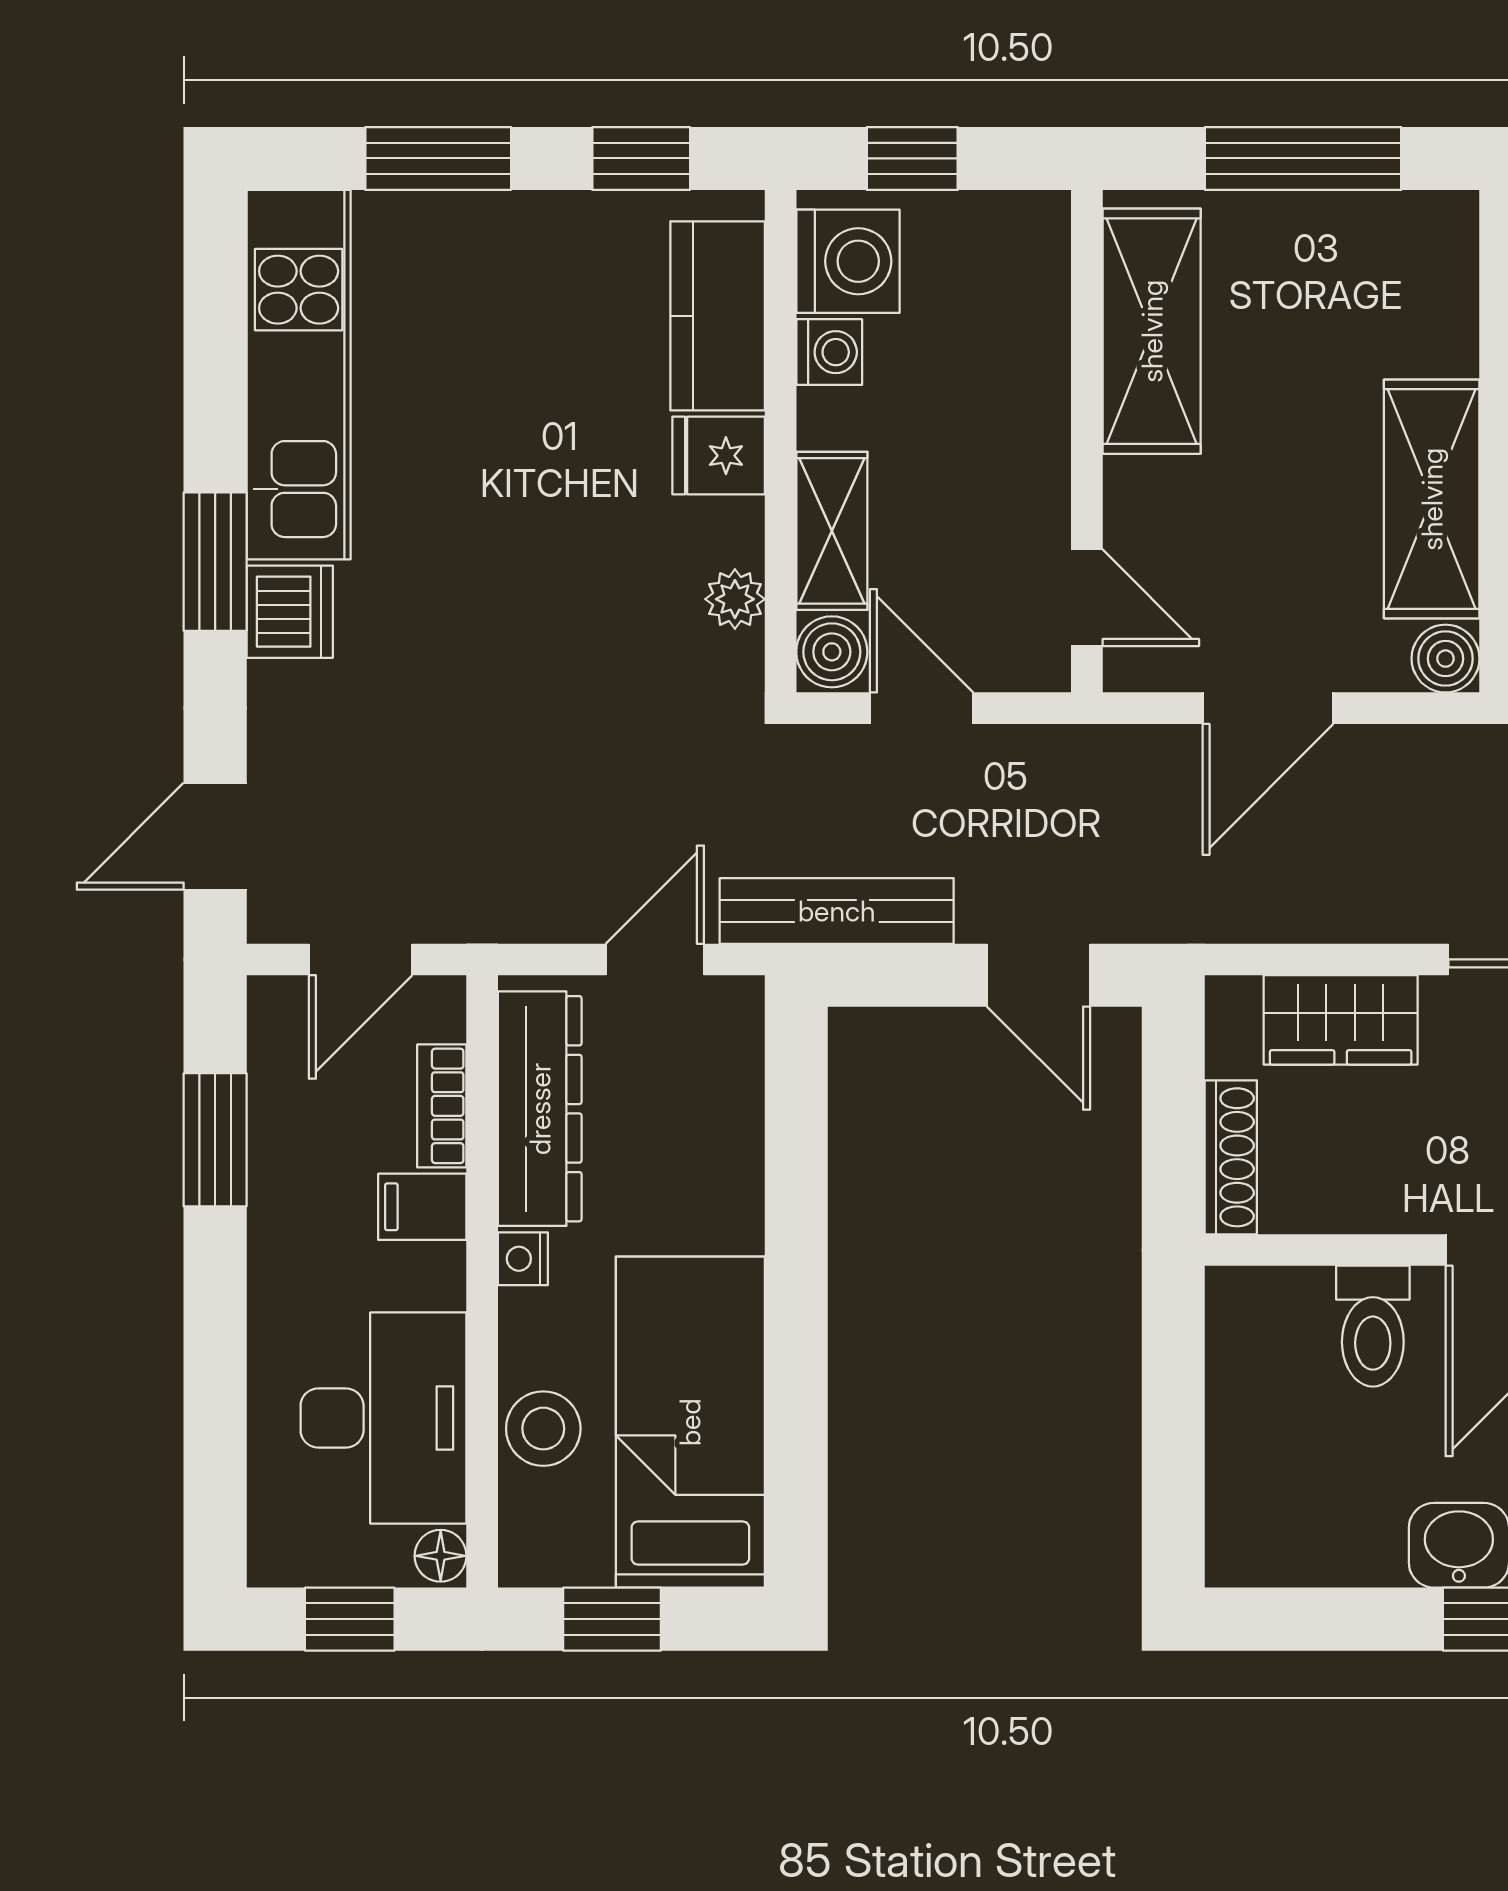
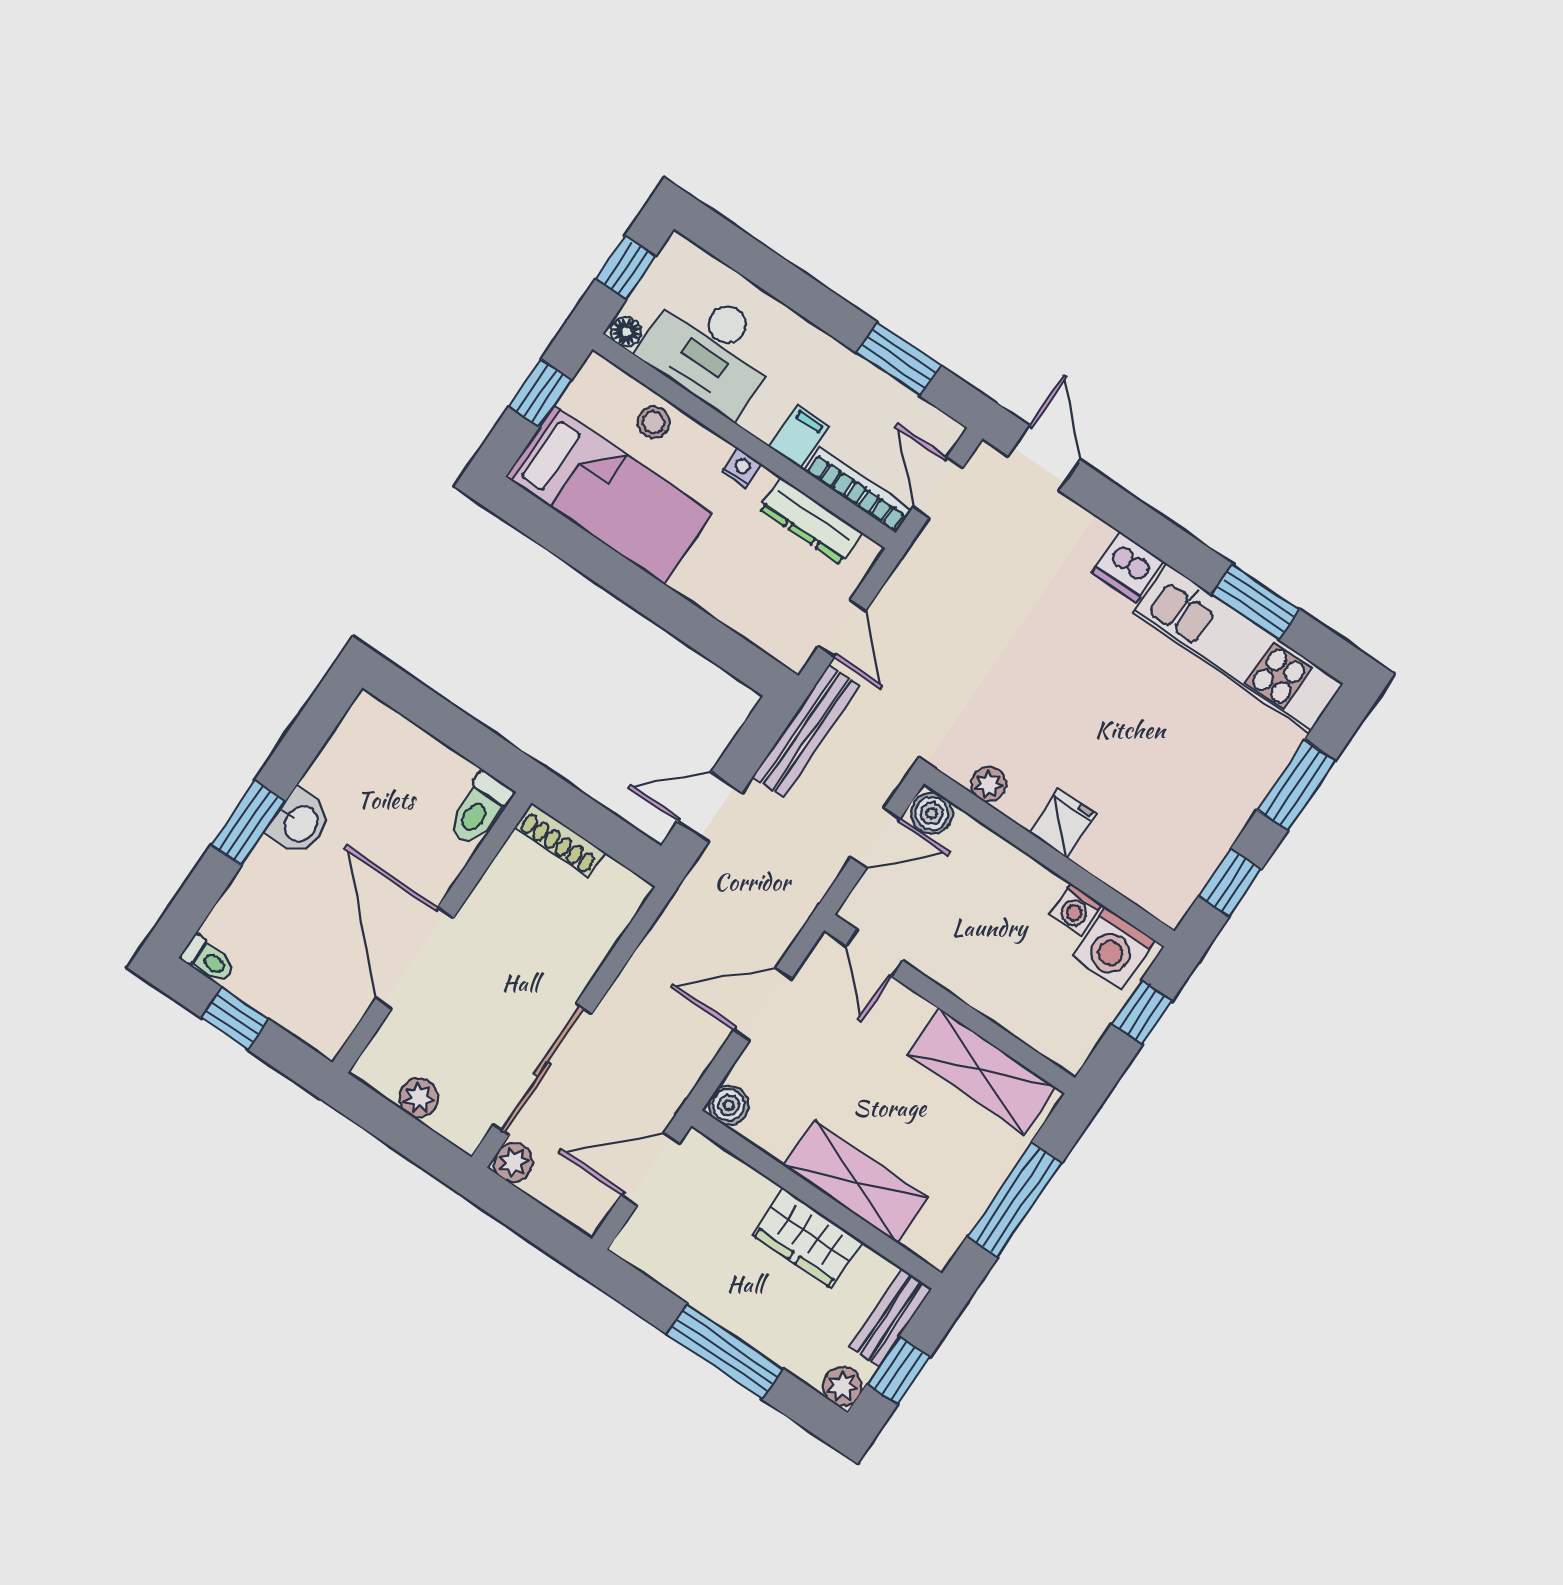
kitchen counter: (718, 316) -> (1130, 868), removed
shelving: (1432, 499) -> (855, 1181), moved
shelving: (832, 531) -> (990, 853), removed
window: (215, 562) -> (1256, 602), moved
door: (1087, 598) -> (875, 953), hinge flipped
door: (1268, 708) -> (763, 1004), hinge flipped
wardrobe: (1341, 1020) -> (590, 937), removed
bookcase: (442, 1106) -> (858, 490), width x1.56
dresser: (540, 1109) -> (811, 521), width x0.73, depth x0.80
toilet: (1373, 1326) -> (479, 809), moved, turned -90
stool: (543, 1429) -> (654, 422), width x0.73, depth x0.73

